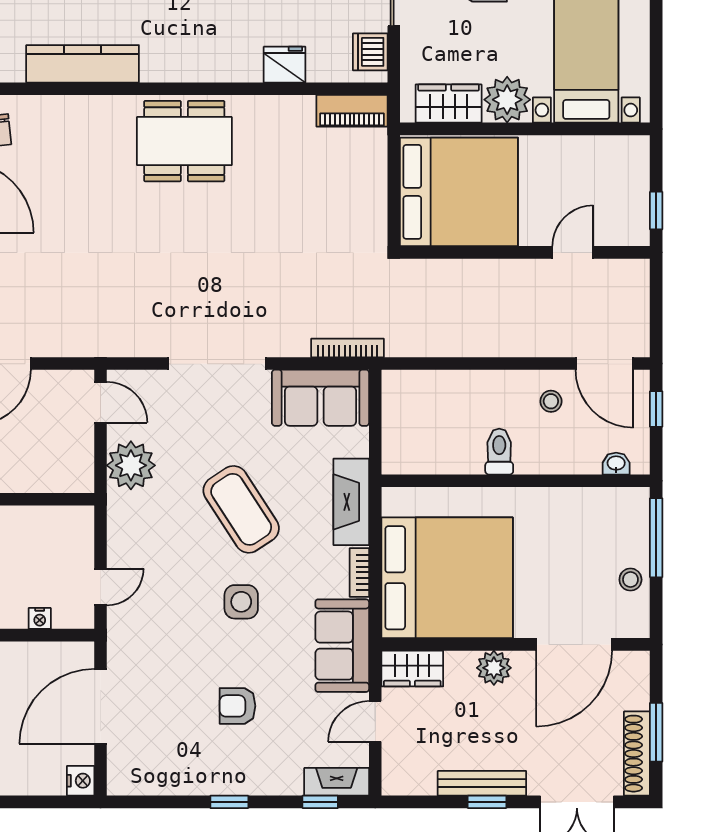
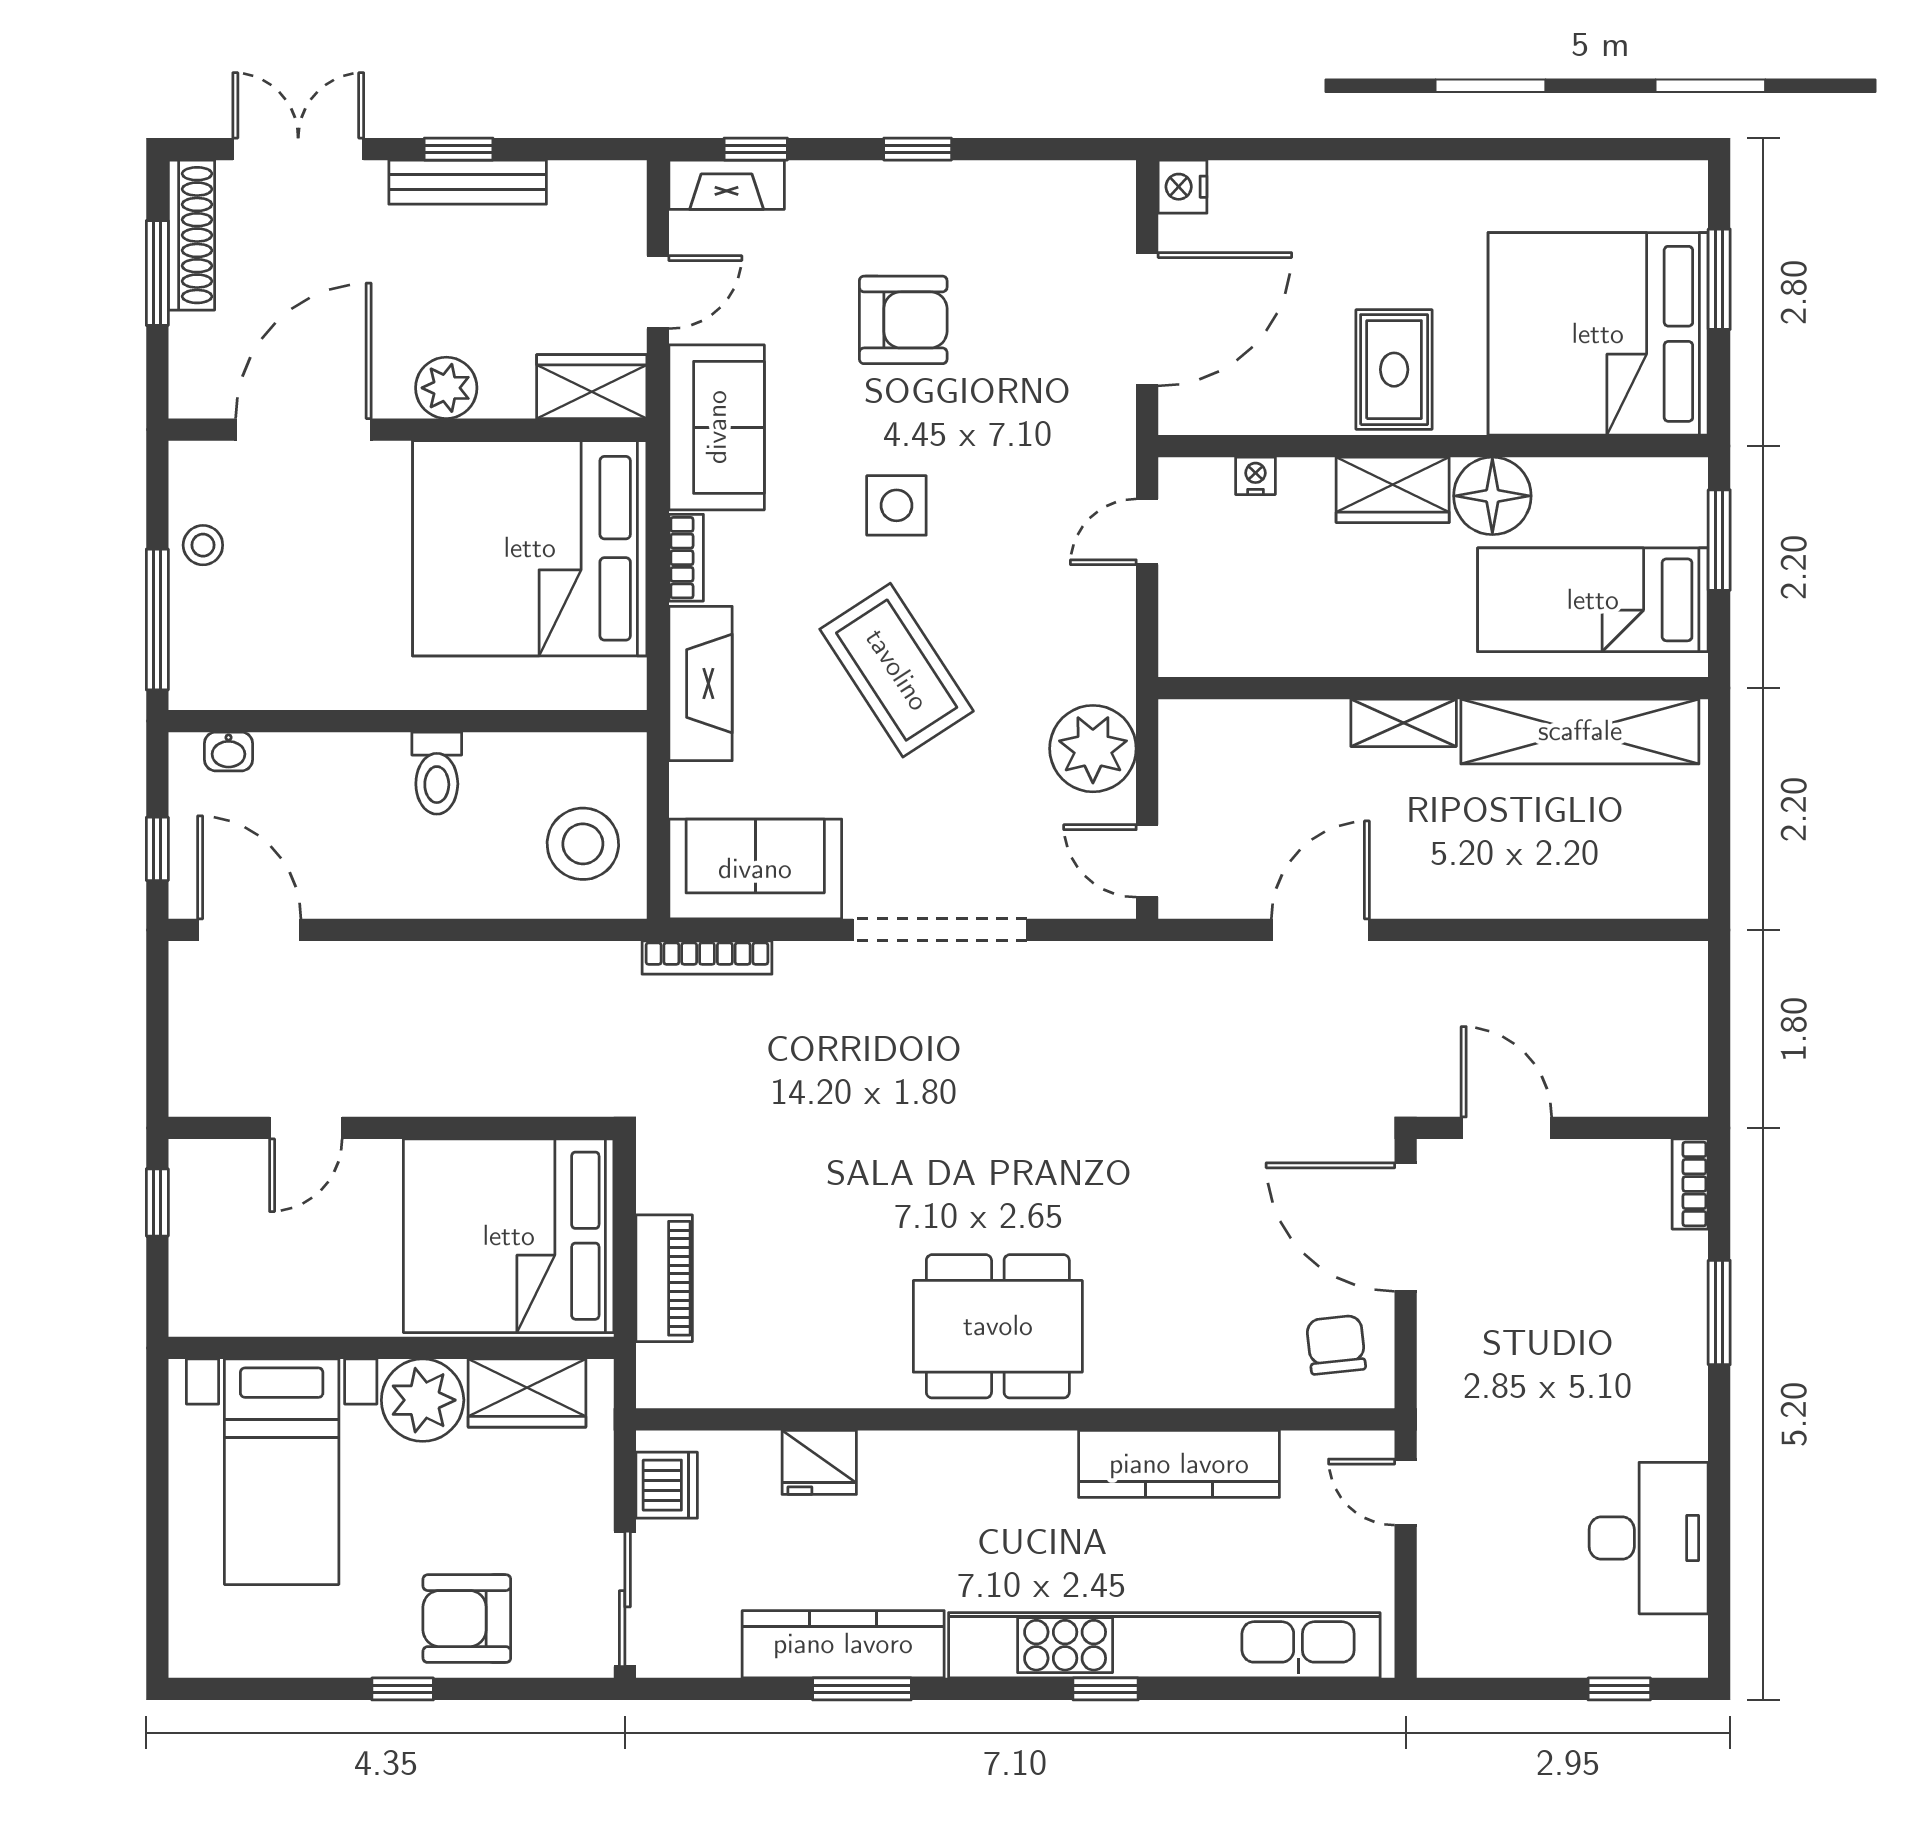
piano: (352, 111) -> (664, 1278), moved, turned 90
stool: (551, 401) -> (583, 844), moved, width x1.89, depth x1.89
armchair: (237, 706) -> (903, 320), width x1.38, depth x1.38

